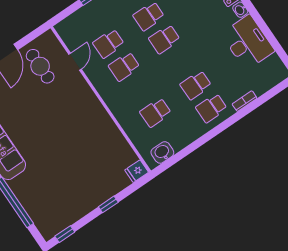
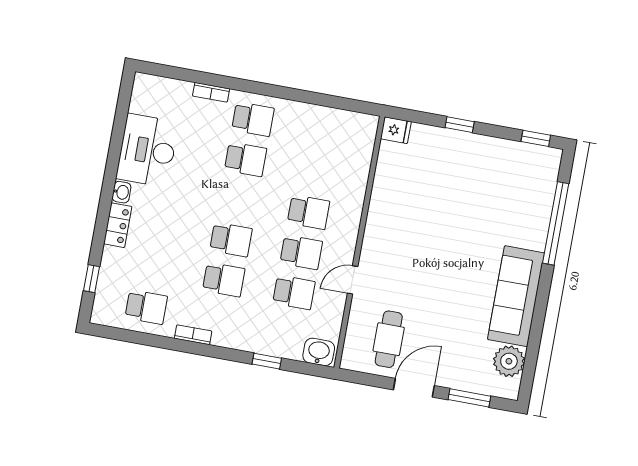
door: (75, 62) -> (353, 280), moved
school desk: (156, 113) -> (308, 212), moved
washbasin: (162, 152) -> (319, 352), moved, turned 180

